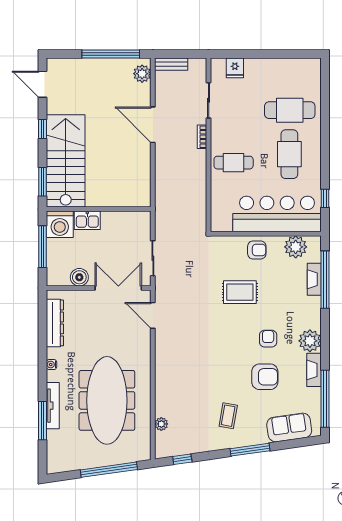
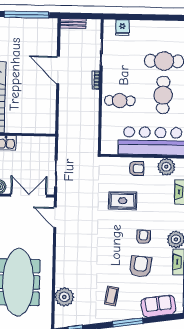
plant: (142, 74) -> (51, 30), removed
armchair: (265, 377) -> (140, 266), turned -84
plant: (161, 424) -> (64, 297), width x1.88, depth x1.88

